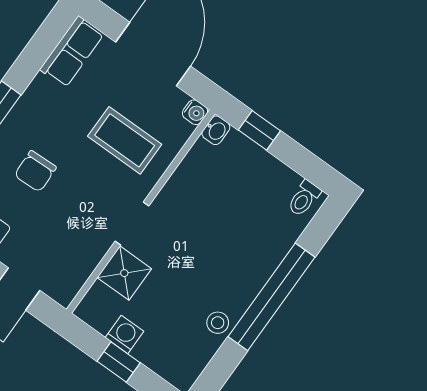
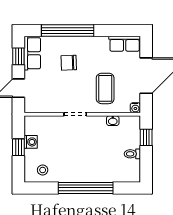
washbasin: (216, 130) -> (113, 121), moved
toilet: (304, 198) -> (132, 154), moved
shower: (124, 273) -> (54, 125), removed
stool: (218, 323) -> (43, 170), moved

